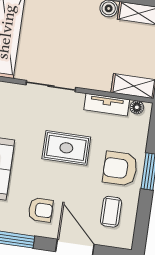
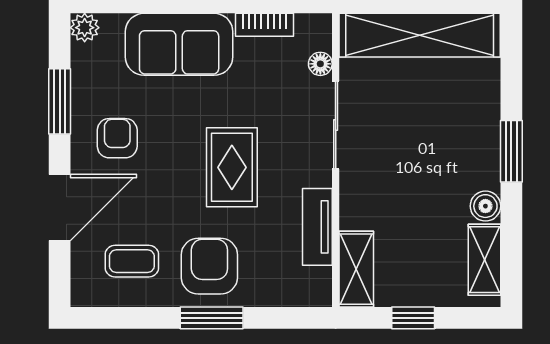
floor lamp: (137, 107) -> (320, 64), moved
armchair: (41, 210) -> (117, 138), turned 180

